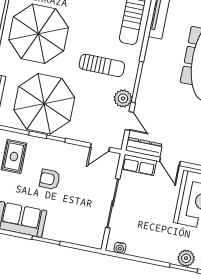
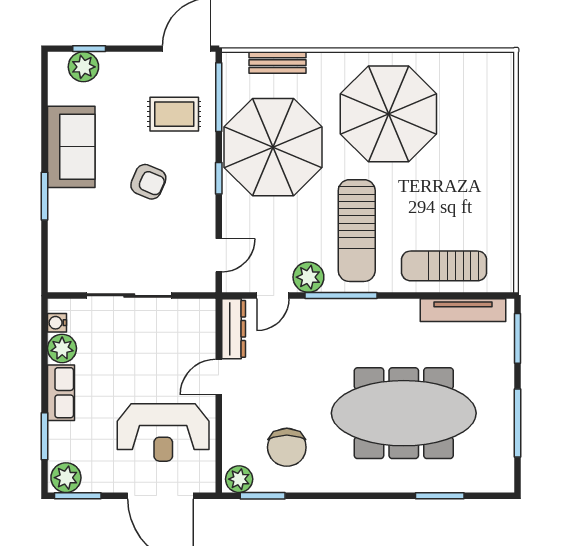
sun lounger: (102, 65) -> (357, 231), width x1.36, depth x1.34
door: (100, 147) -> (219, 255), swing flipped
row of seats: (139, 165) -> (61, 393), moved, turned 180
armchair: (50, 179) -> (148, 182), turned 113
plant: (186, 258) -> (62, 348), moved

